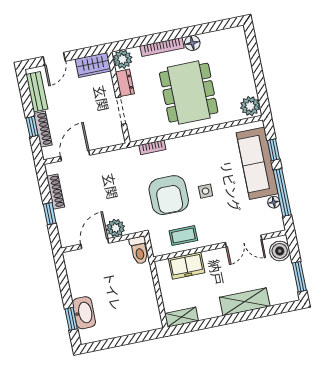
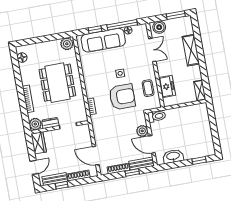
floor lamp: (192, 43) -> (22, 58), moved
door: (54, 59) -> (34, 167), hinge flipped
dining table: (189, 93) -> (57, 83), turned 90
window: (32, 127) -> (62, 185), moved
bench: (64, 228) -> (141, 164), added
washbasin: (84, 313) -> (173, 156), moved

